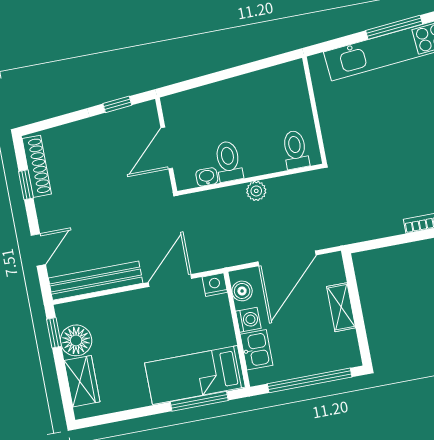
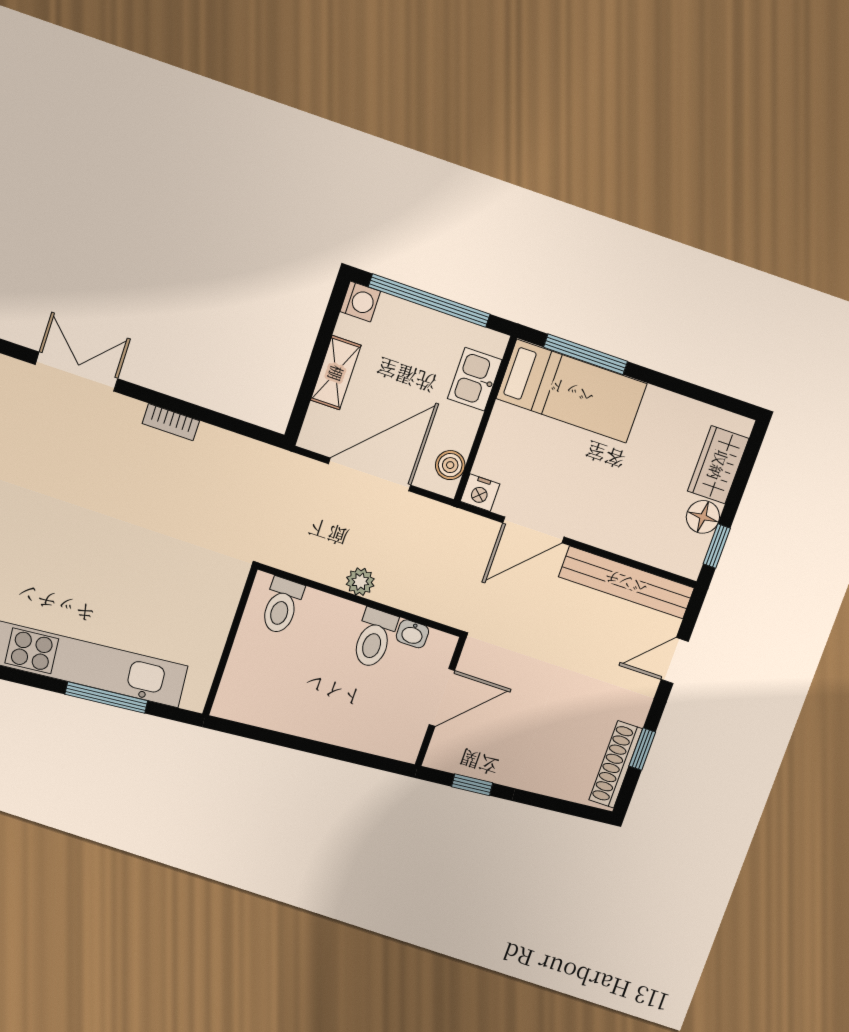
window: (394, 27) -> (106, 698), moved
washing machine: (248, 320) -> (360, 301), moved, turned 180
floor lamp: (76, 340) -> (703, 517), width x0.73, depth x0.73

